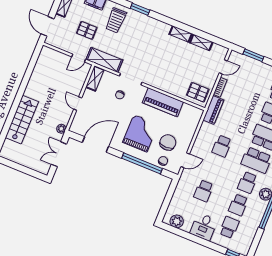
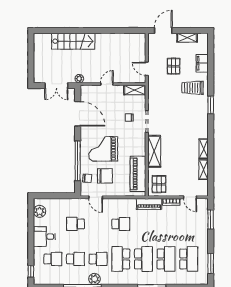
shelving: (104, 60) -> (154, 151), moved
piano: (163, 102) -> (138, 174), moved
grand piano: (140, 133) -> (103, 149), turned 180
school desk: (222, 146) -> (121, 224), turned 180
double door: (59, 154) -> (56, 86), swing flipped
school desk: (247, 183) -> (98, 259), turned 180
school desk: (238, 205) -> (75, 259), turned 180

